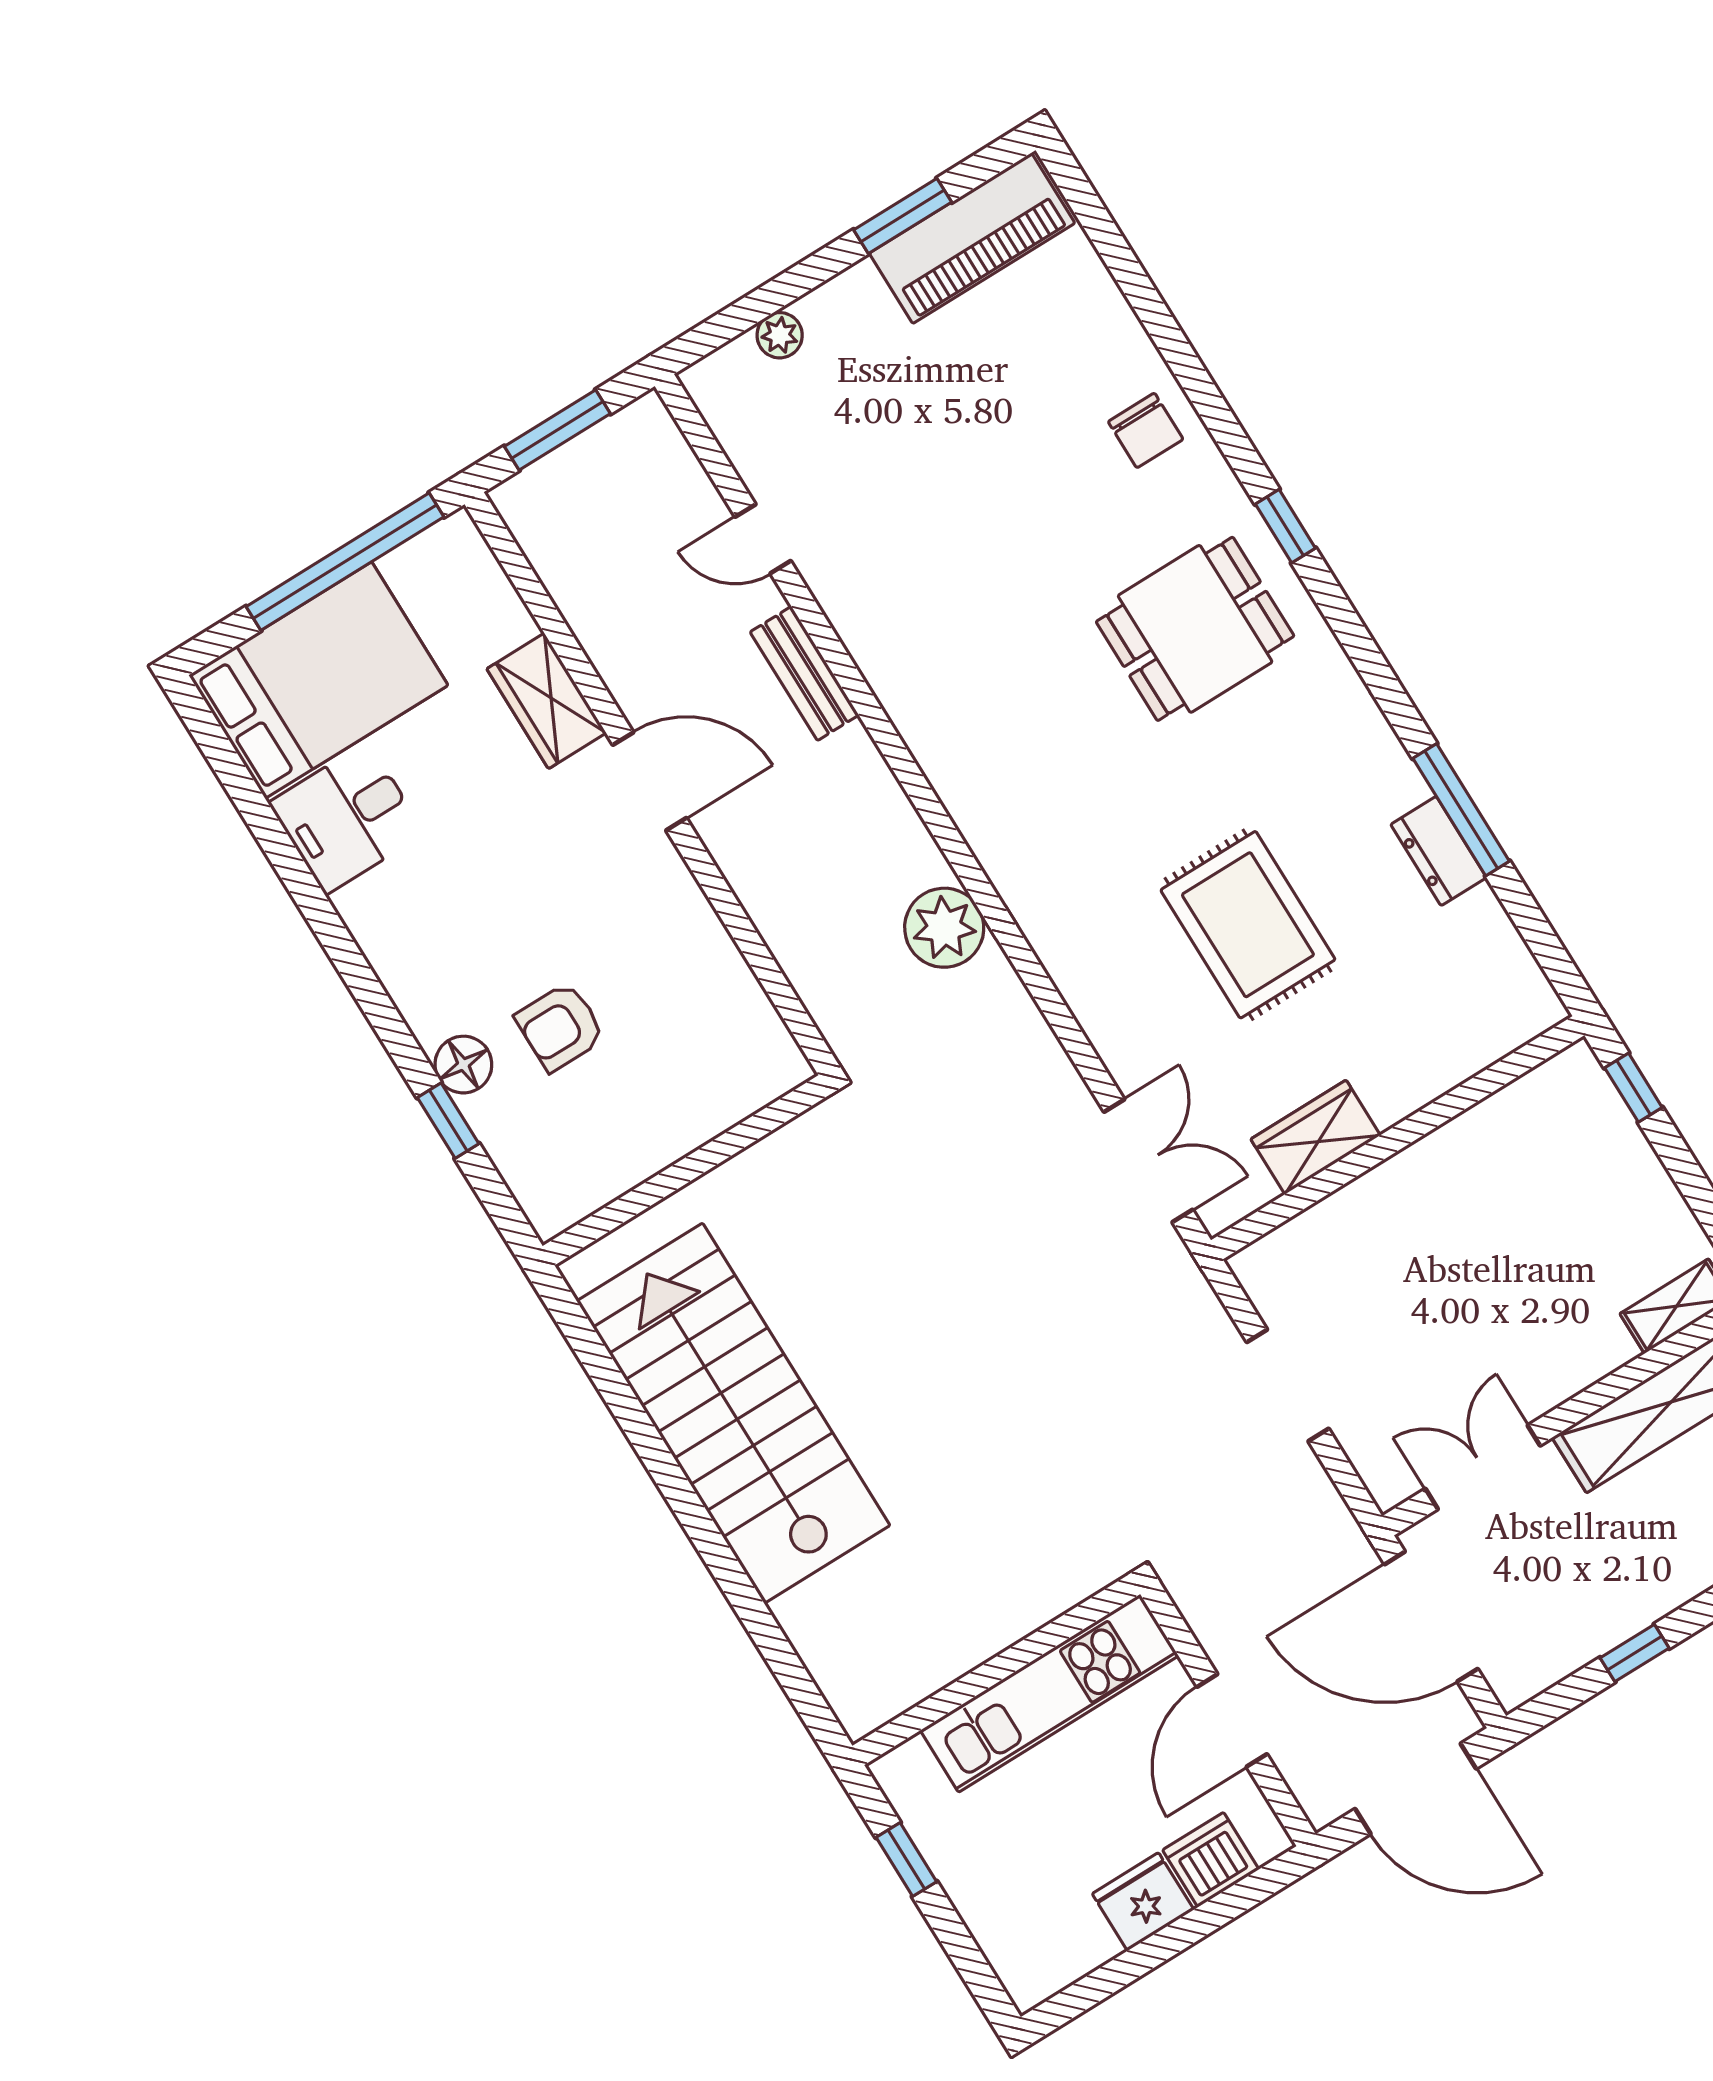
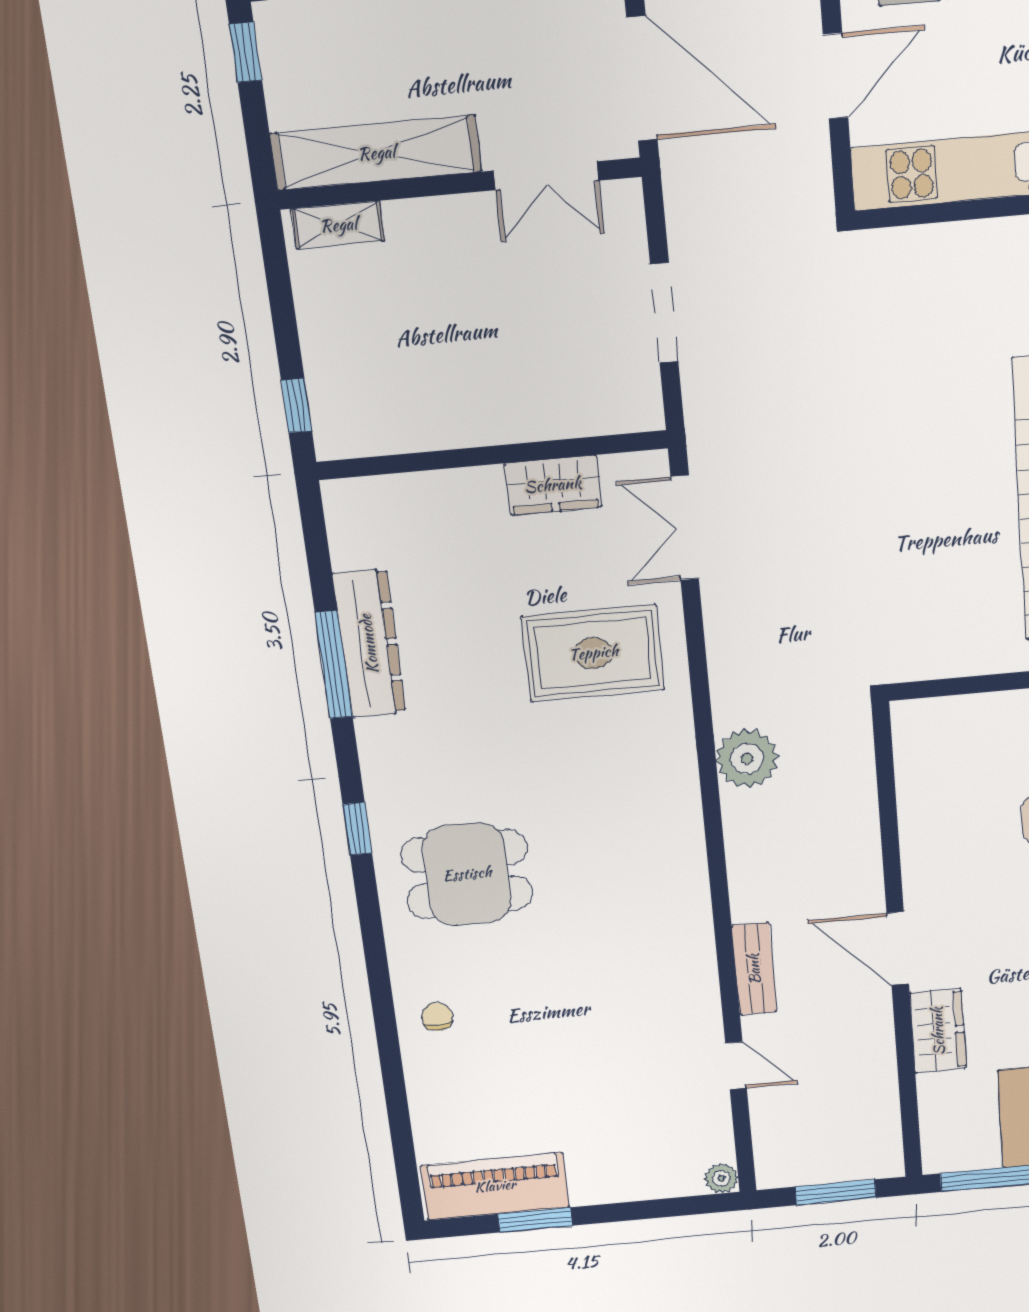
plant: (780, 335) -> (721, 1178), moved
chair: (1146, 430) -> (437, 1017), width x0.73, depth x0.73
window: (1285, 526) -> (357, 829), moved
dresser: (1439, 851) -> (369, 644), width x1.96, depth x1.24
rug: (1248, 925) -> (593, 653), moved, turned 90

